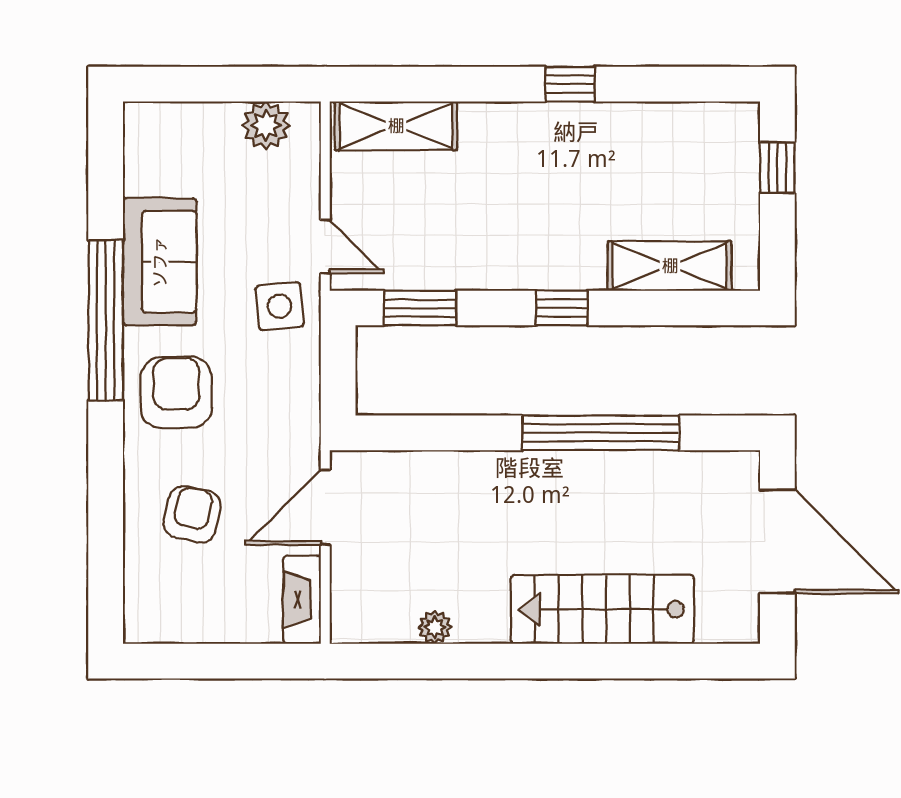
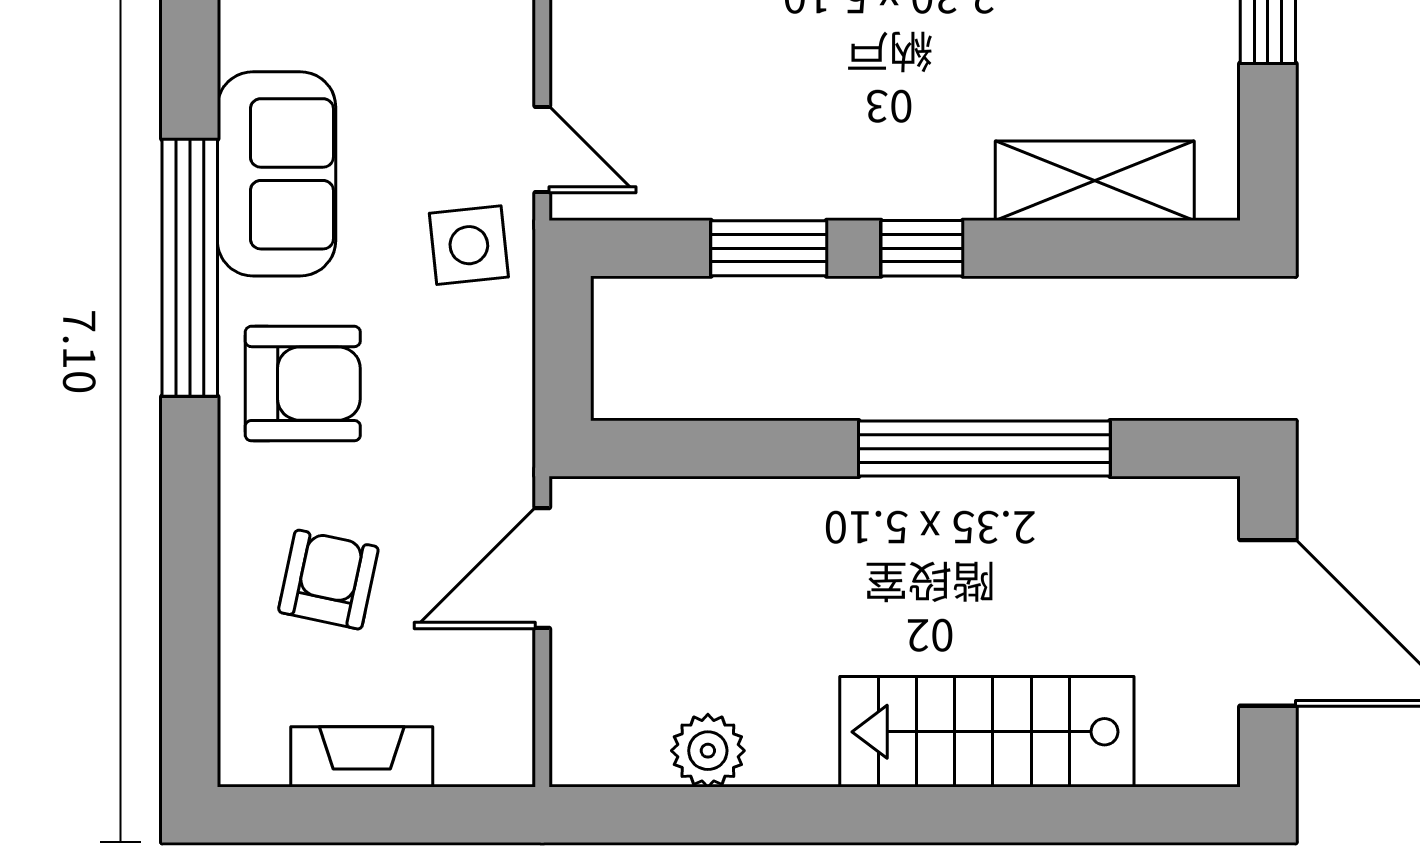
window: (420, 308) -> (769, 248), moved
armchair: (176, 392) -> (303, 384), turned 90
fireplace: (302, 600) -> (362, 757), moved, turned 90
plant: (435, 627) -> (708, 751), width x1.38, depth x1.38

